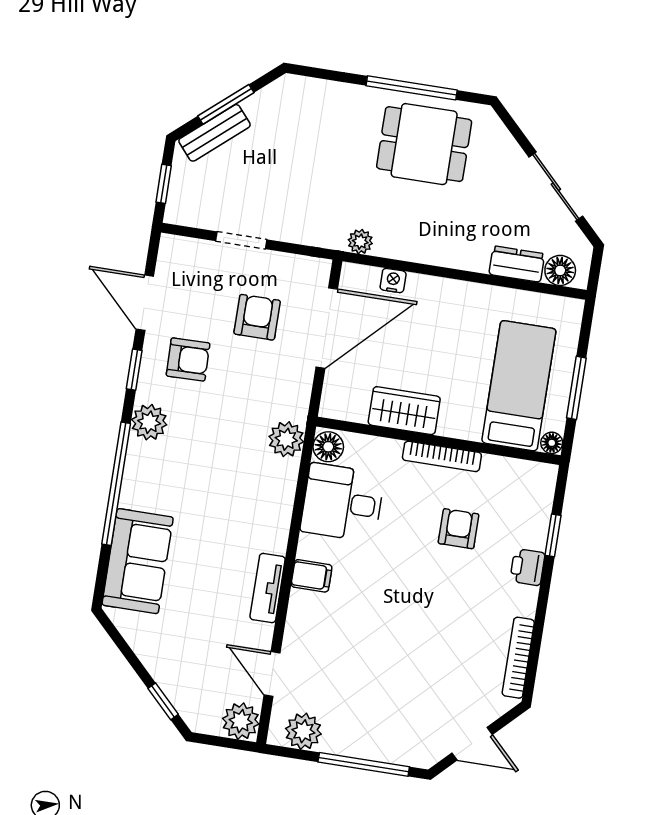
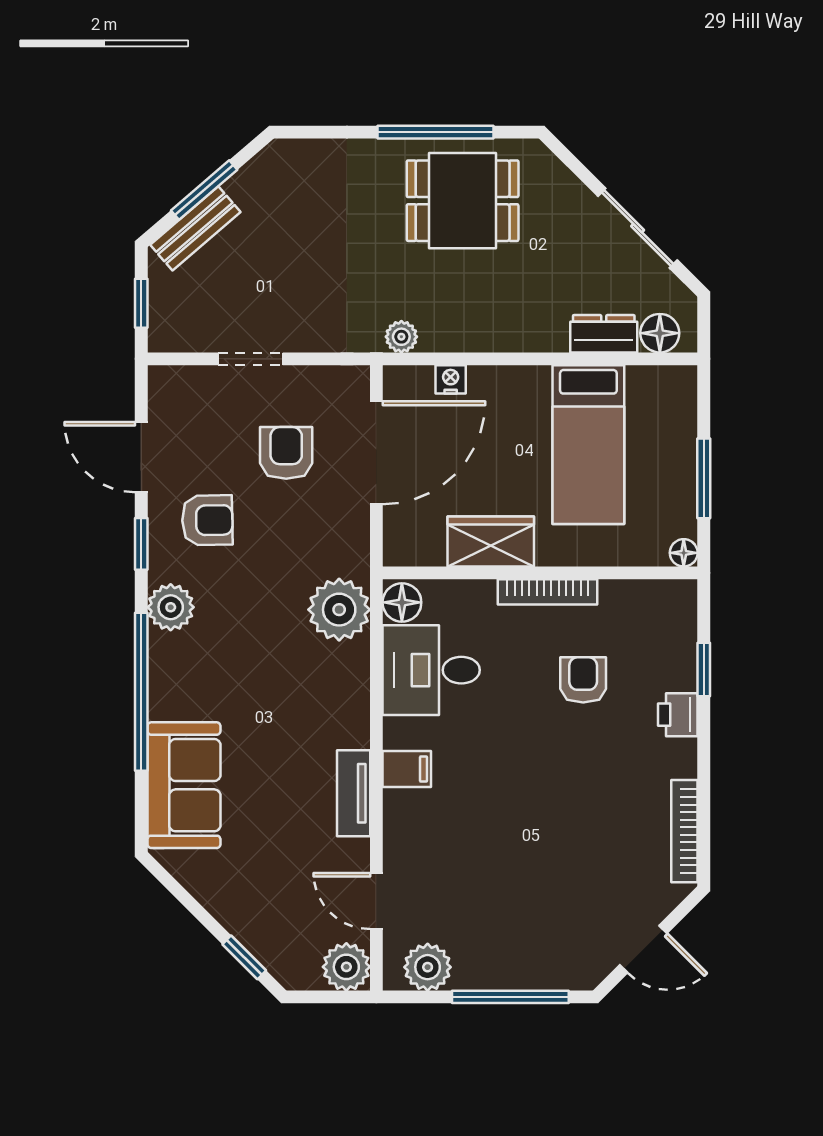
bed: (519, 386) -> (588, 445), moved, turned 180
plant: (286, 439) -> (339, 610), width x1.36, depth x1.36

